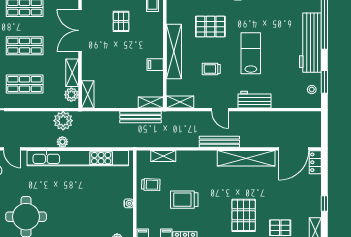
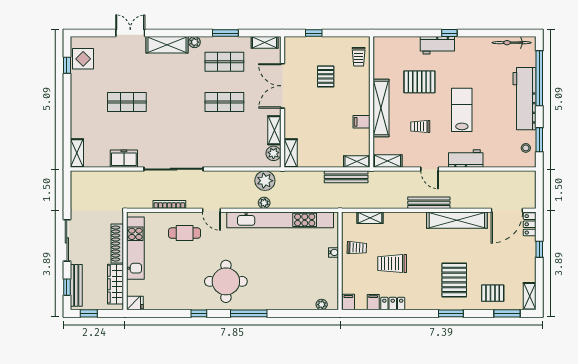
shop shelf: (25, 84) -> (224, 142), removed
water cooler: (129, 203) -> (334, 252), moved
window: (324, 204) -> (539, 249), moved

